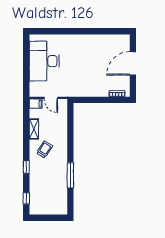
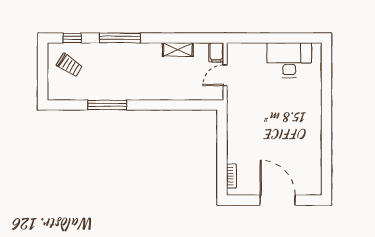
desk: (44, 61) -> (289, 60), width x0.73, depth x0.77
trolley: (45, 149) -> (70, 65), moved
window: (26, 167) -> (120, 38), width x2.17

